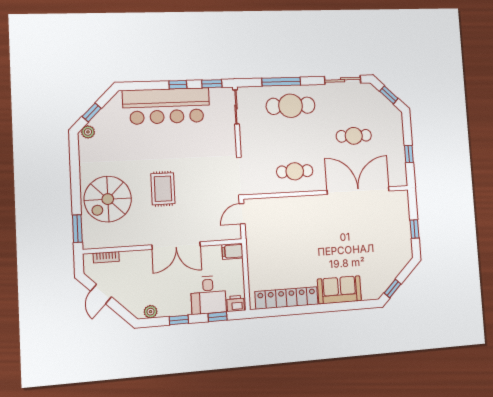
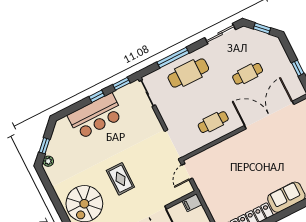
bar counter: (167, 106) -> (96, 116), width x0.73

